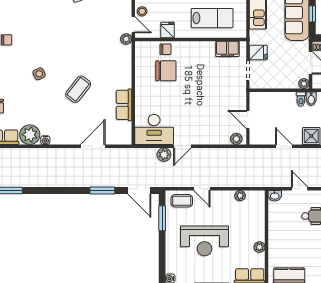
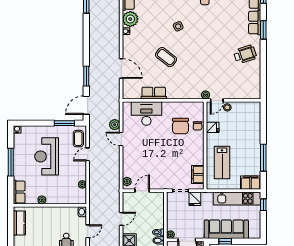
desk: (154, 129) -> (146, 114), moved, turned 90

